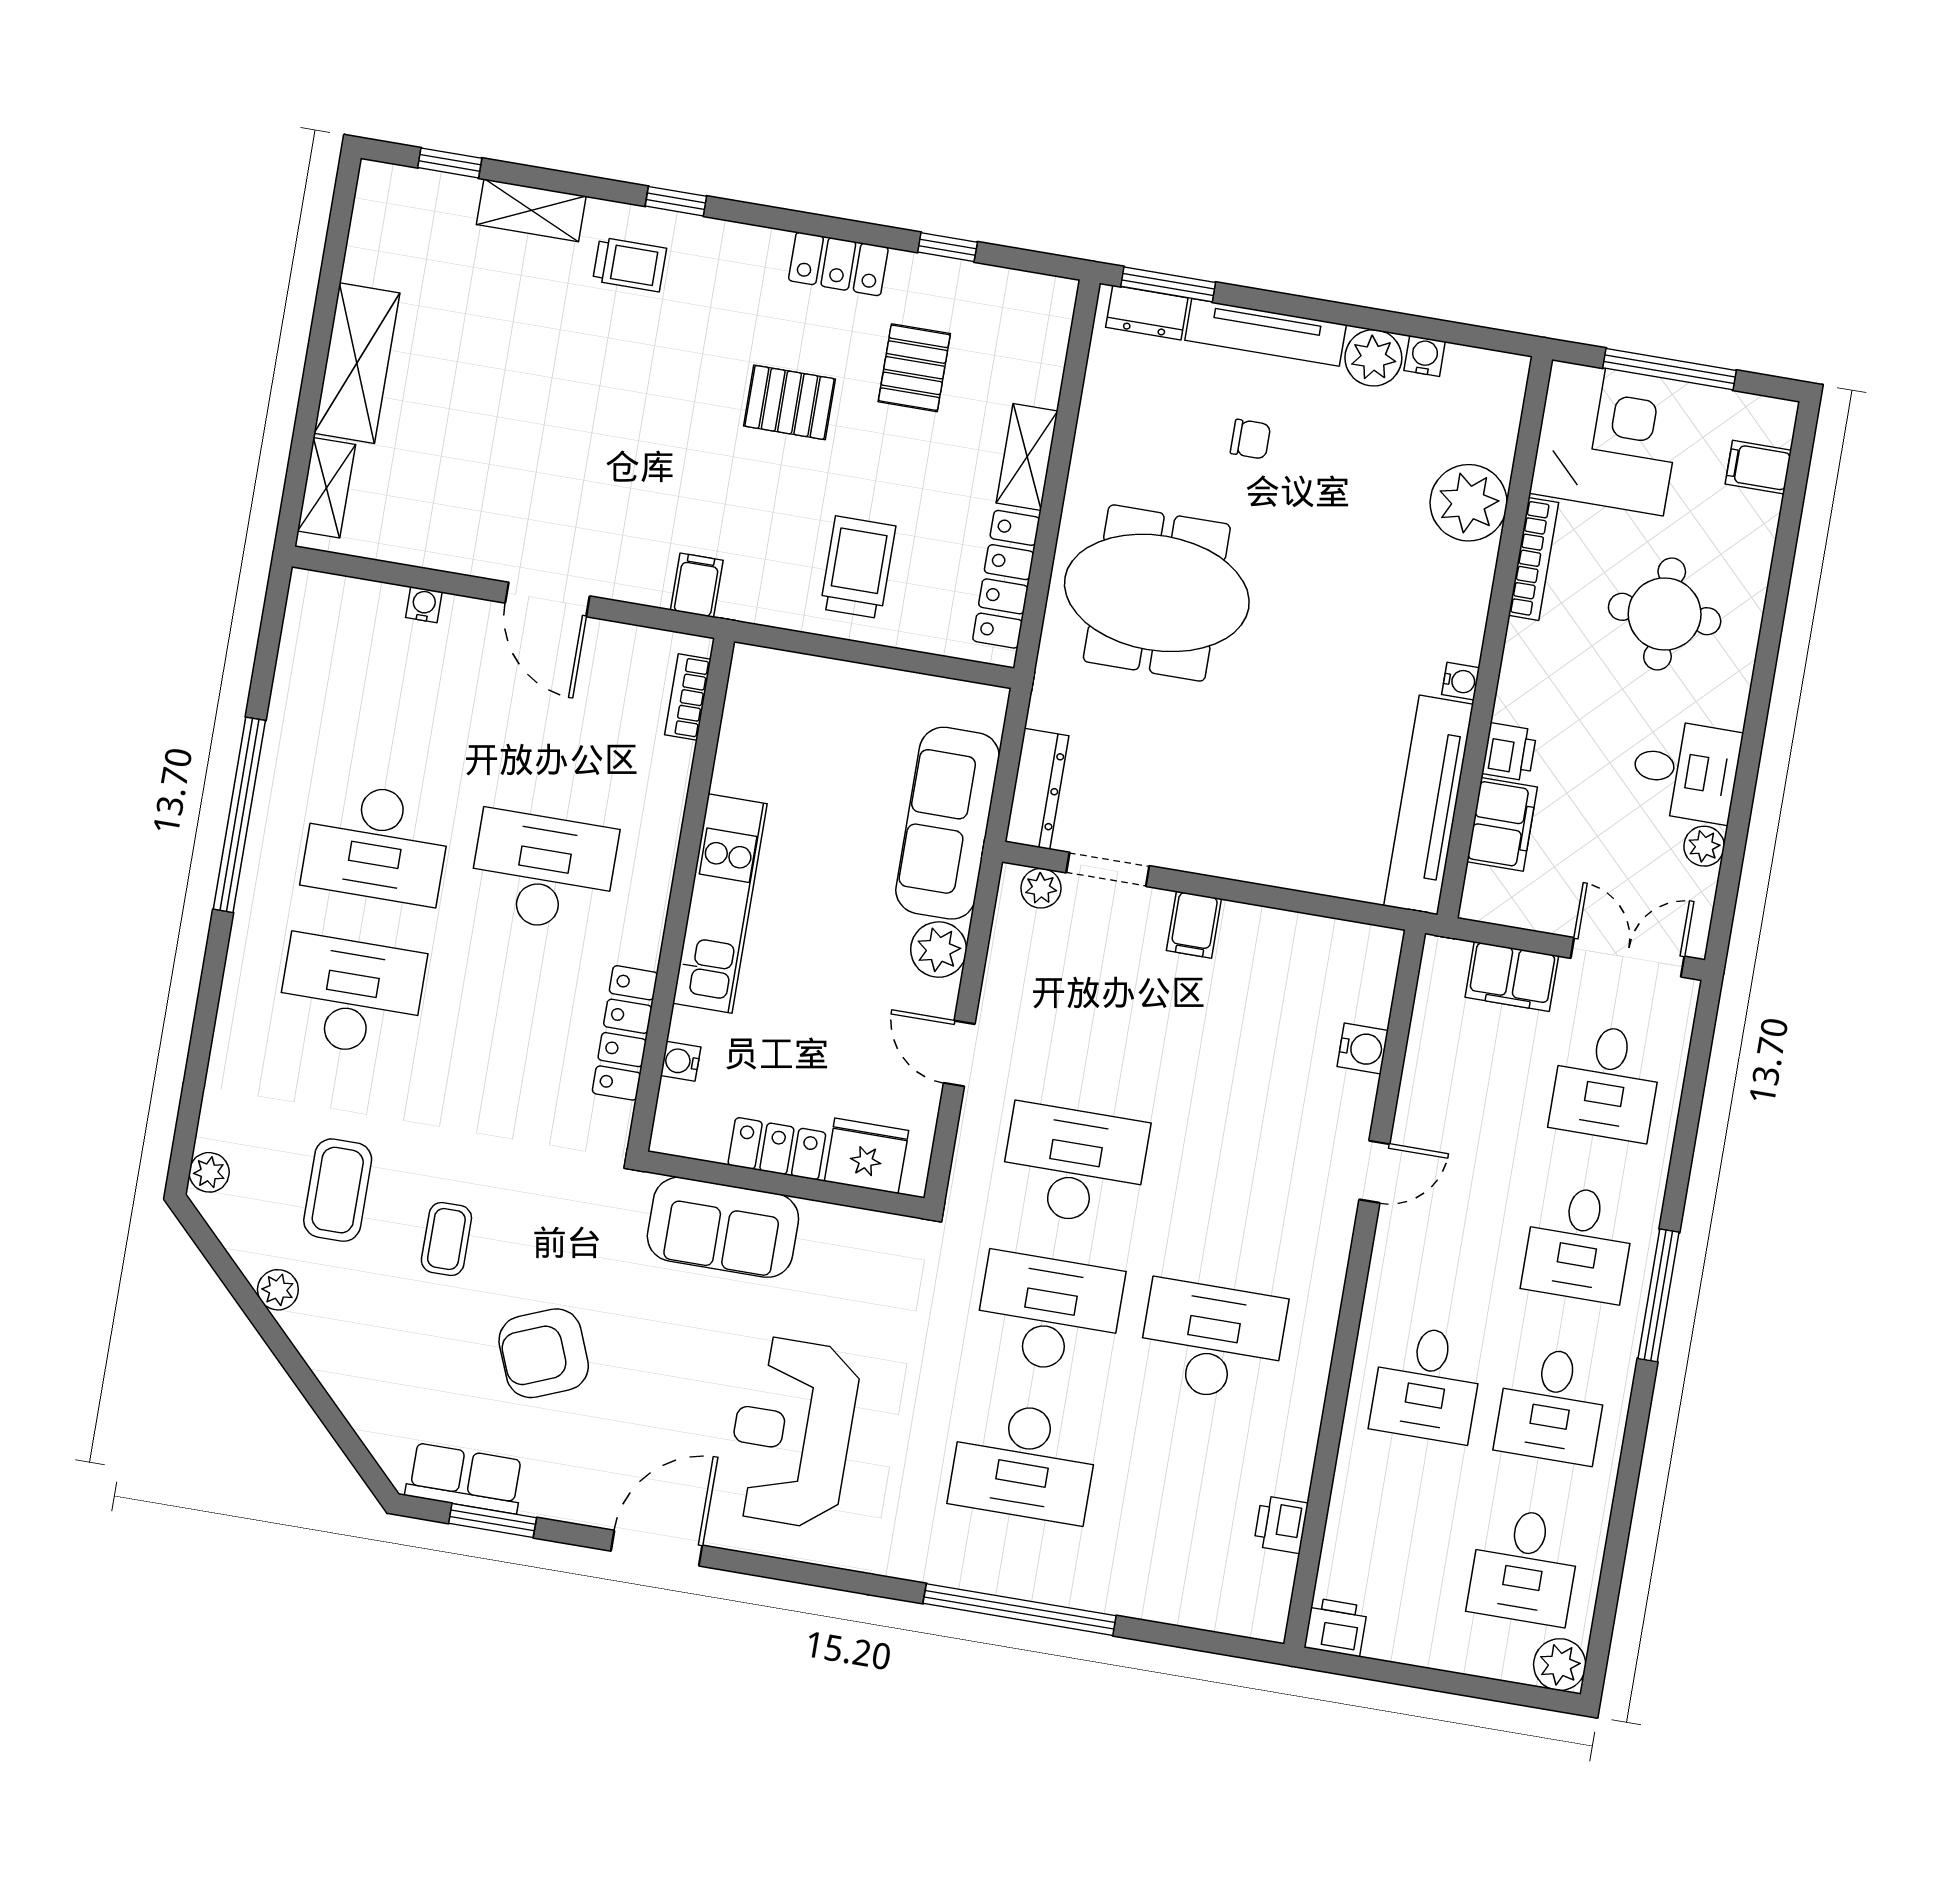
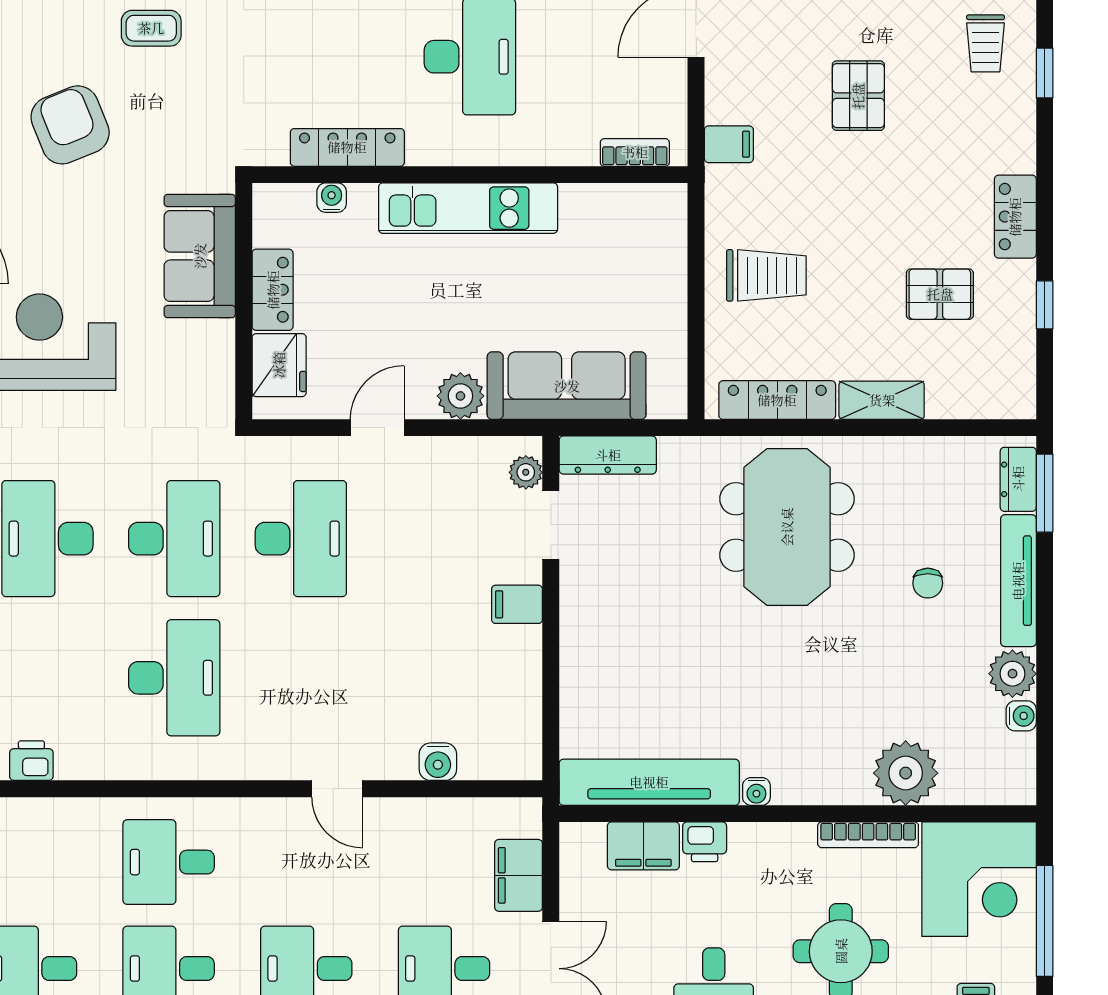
pallet: (790, 402) -> (858, 96), moved

